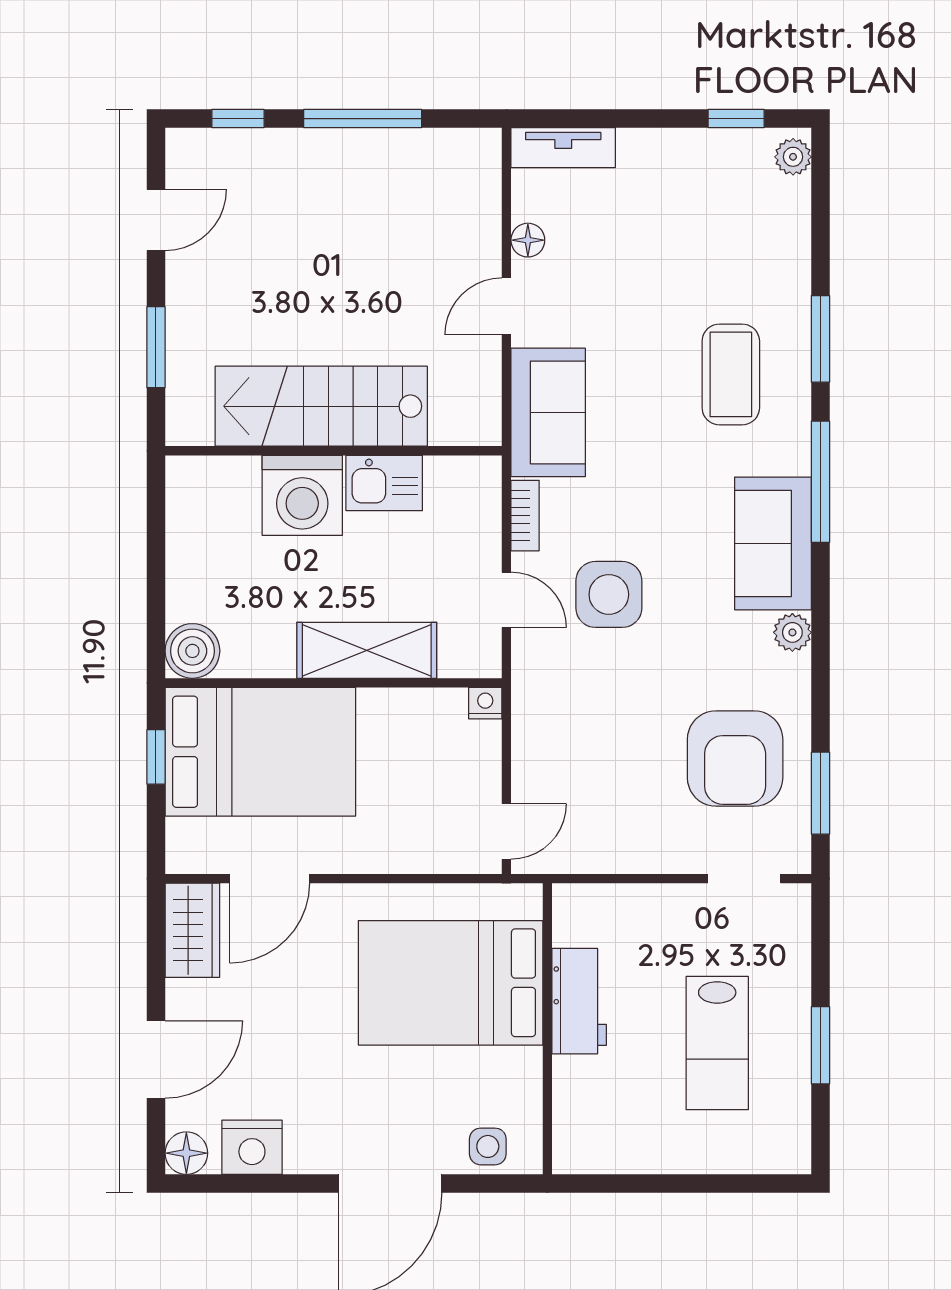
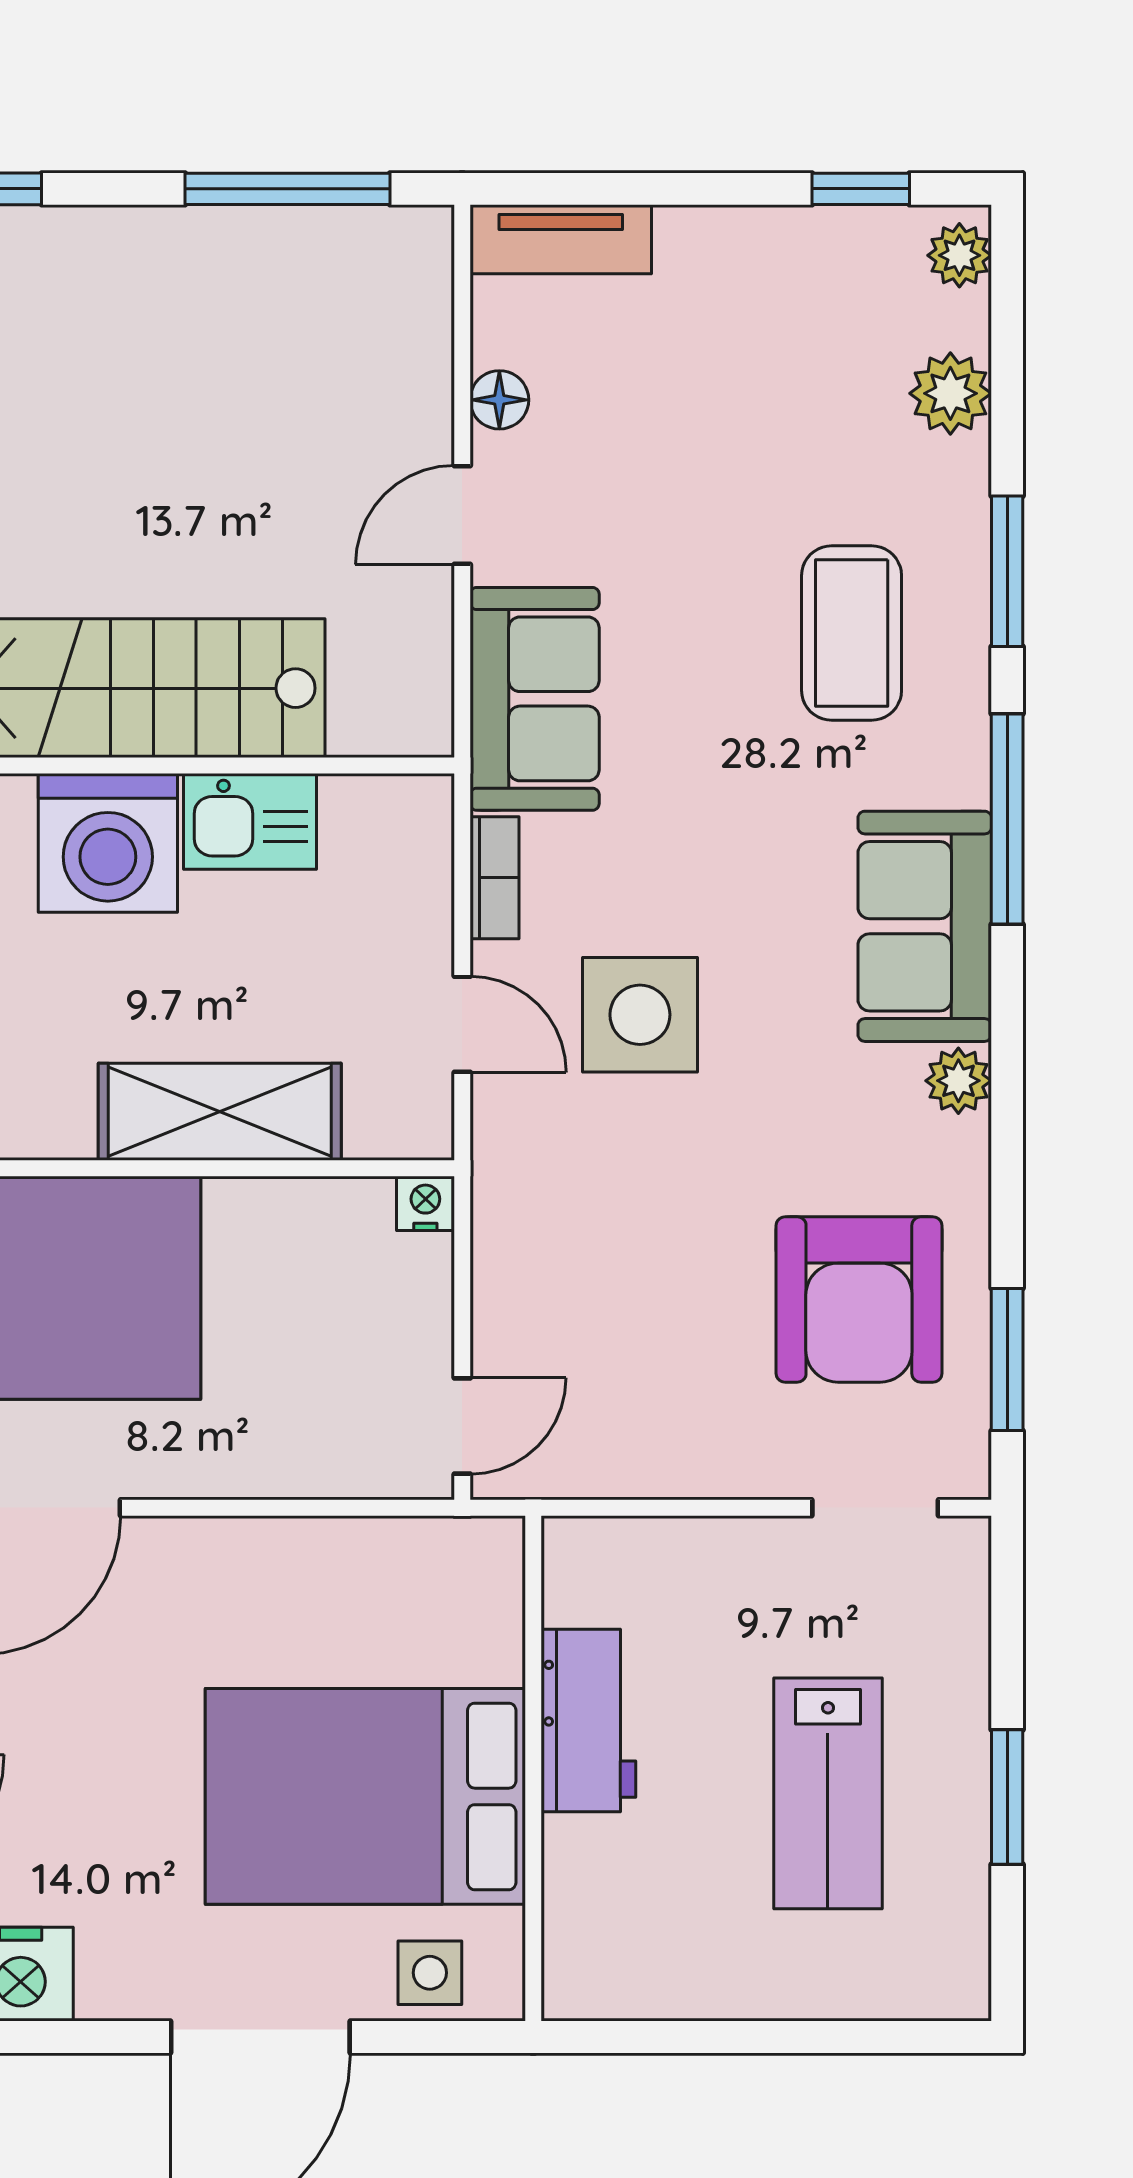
window: (363, 119) -> (287, 189), moved
plant: (788, 236) -> (950, 393), added
bed: (451, 983) -> (365, 1796), moved

